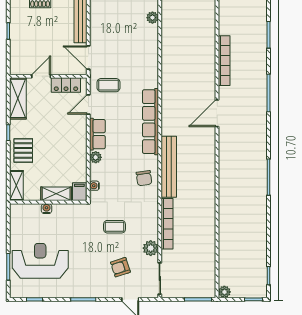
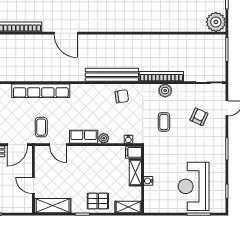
locker: (66, 85) -> (41, 164), removed
row of seats: (150, 122) -> (41, 91), moved
plant: (151, 248) -> (165, 91), moved
armchair: (120, 267) -> (199, 117), turned -138
plant: (224, 292) -> (216, 22), width x1.87, depth x1.87

